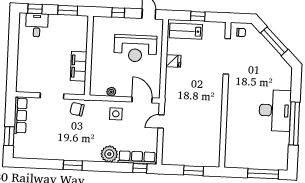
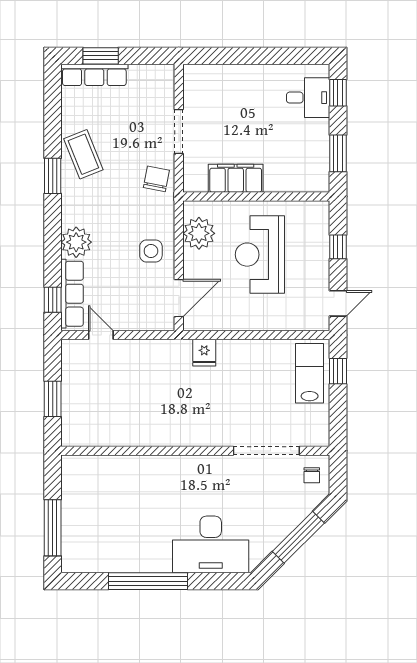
window: (198, 16) -> (338, 371), moved
reception desk: (135, 48) -> (260, 255), moved
fridge: (173, 61) -> (204, 353), moved
plant: (111, 92) -> (199, 233), width x1.87, depth x1.87
desk: (275, 110) -> (211, 544), moved
row of seats: (20, 116) -> (94, 75), moved
door: (161, 122) -> (101, 335), moved
coffee table: (62, 148) -> (83, 154), added

